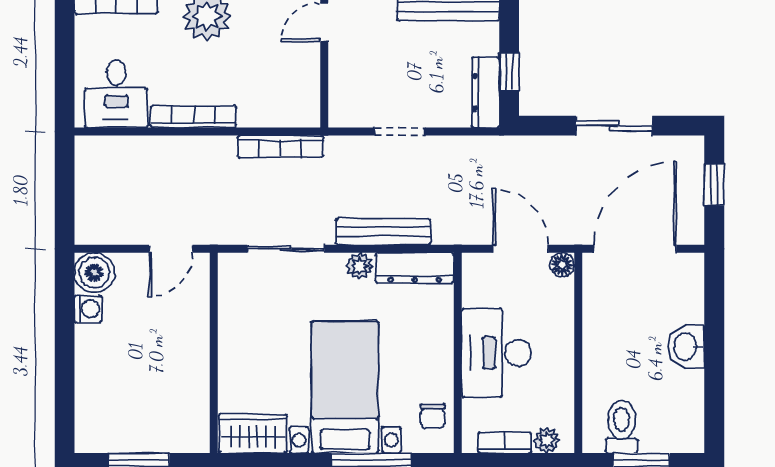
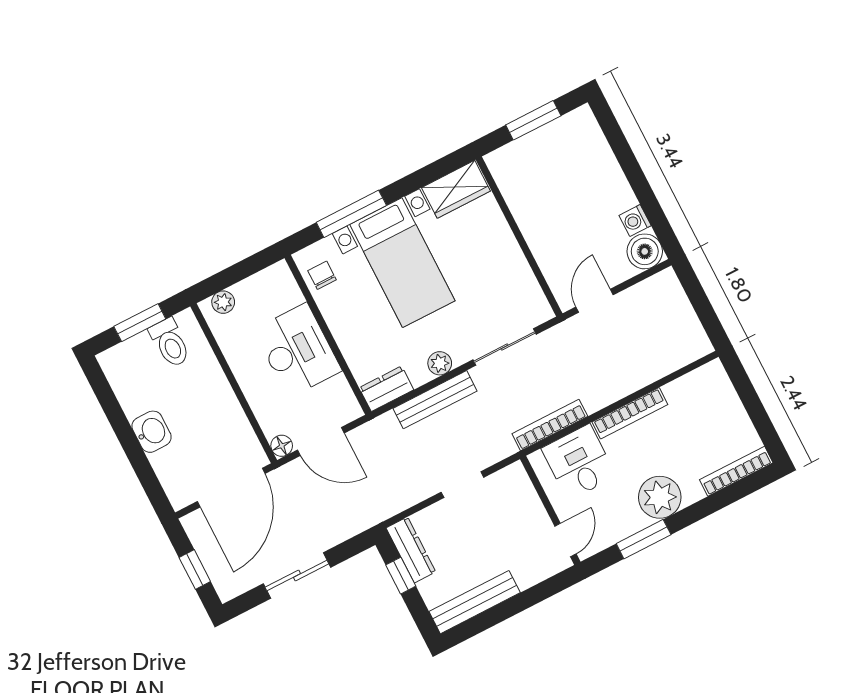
desk: (116, 94) -> (579, 462), moved
dresser: (415, 268) -> (386, 389), width x0.70
bookcase: (505, 443) -> (255, 283), removed

